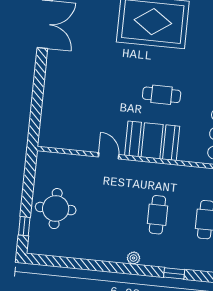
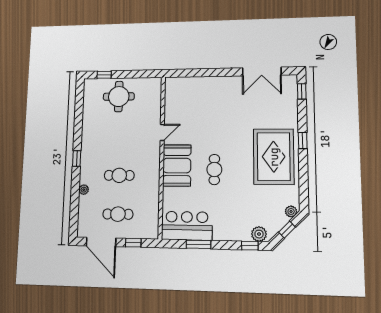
plant: (134, 258) -> (84, 190), moved
window: (174, 273) -> (77, 159), moved

